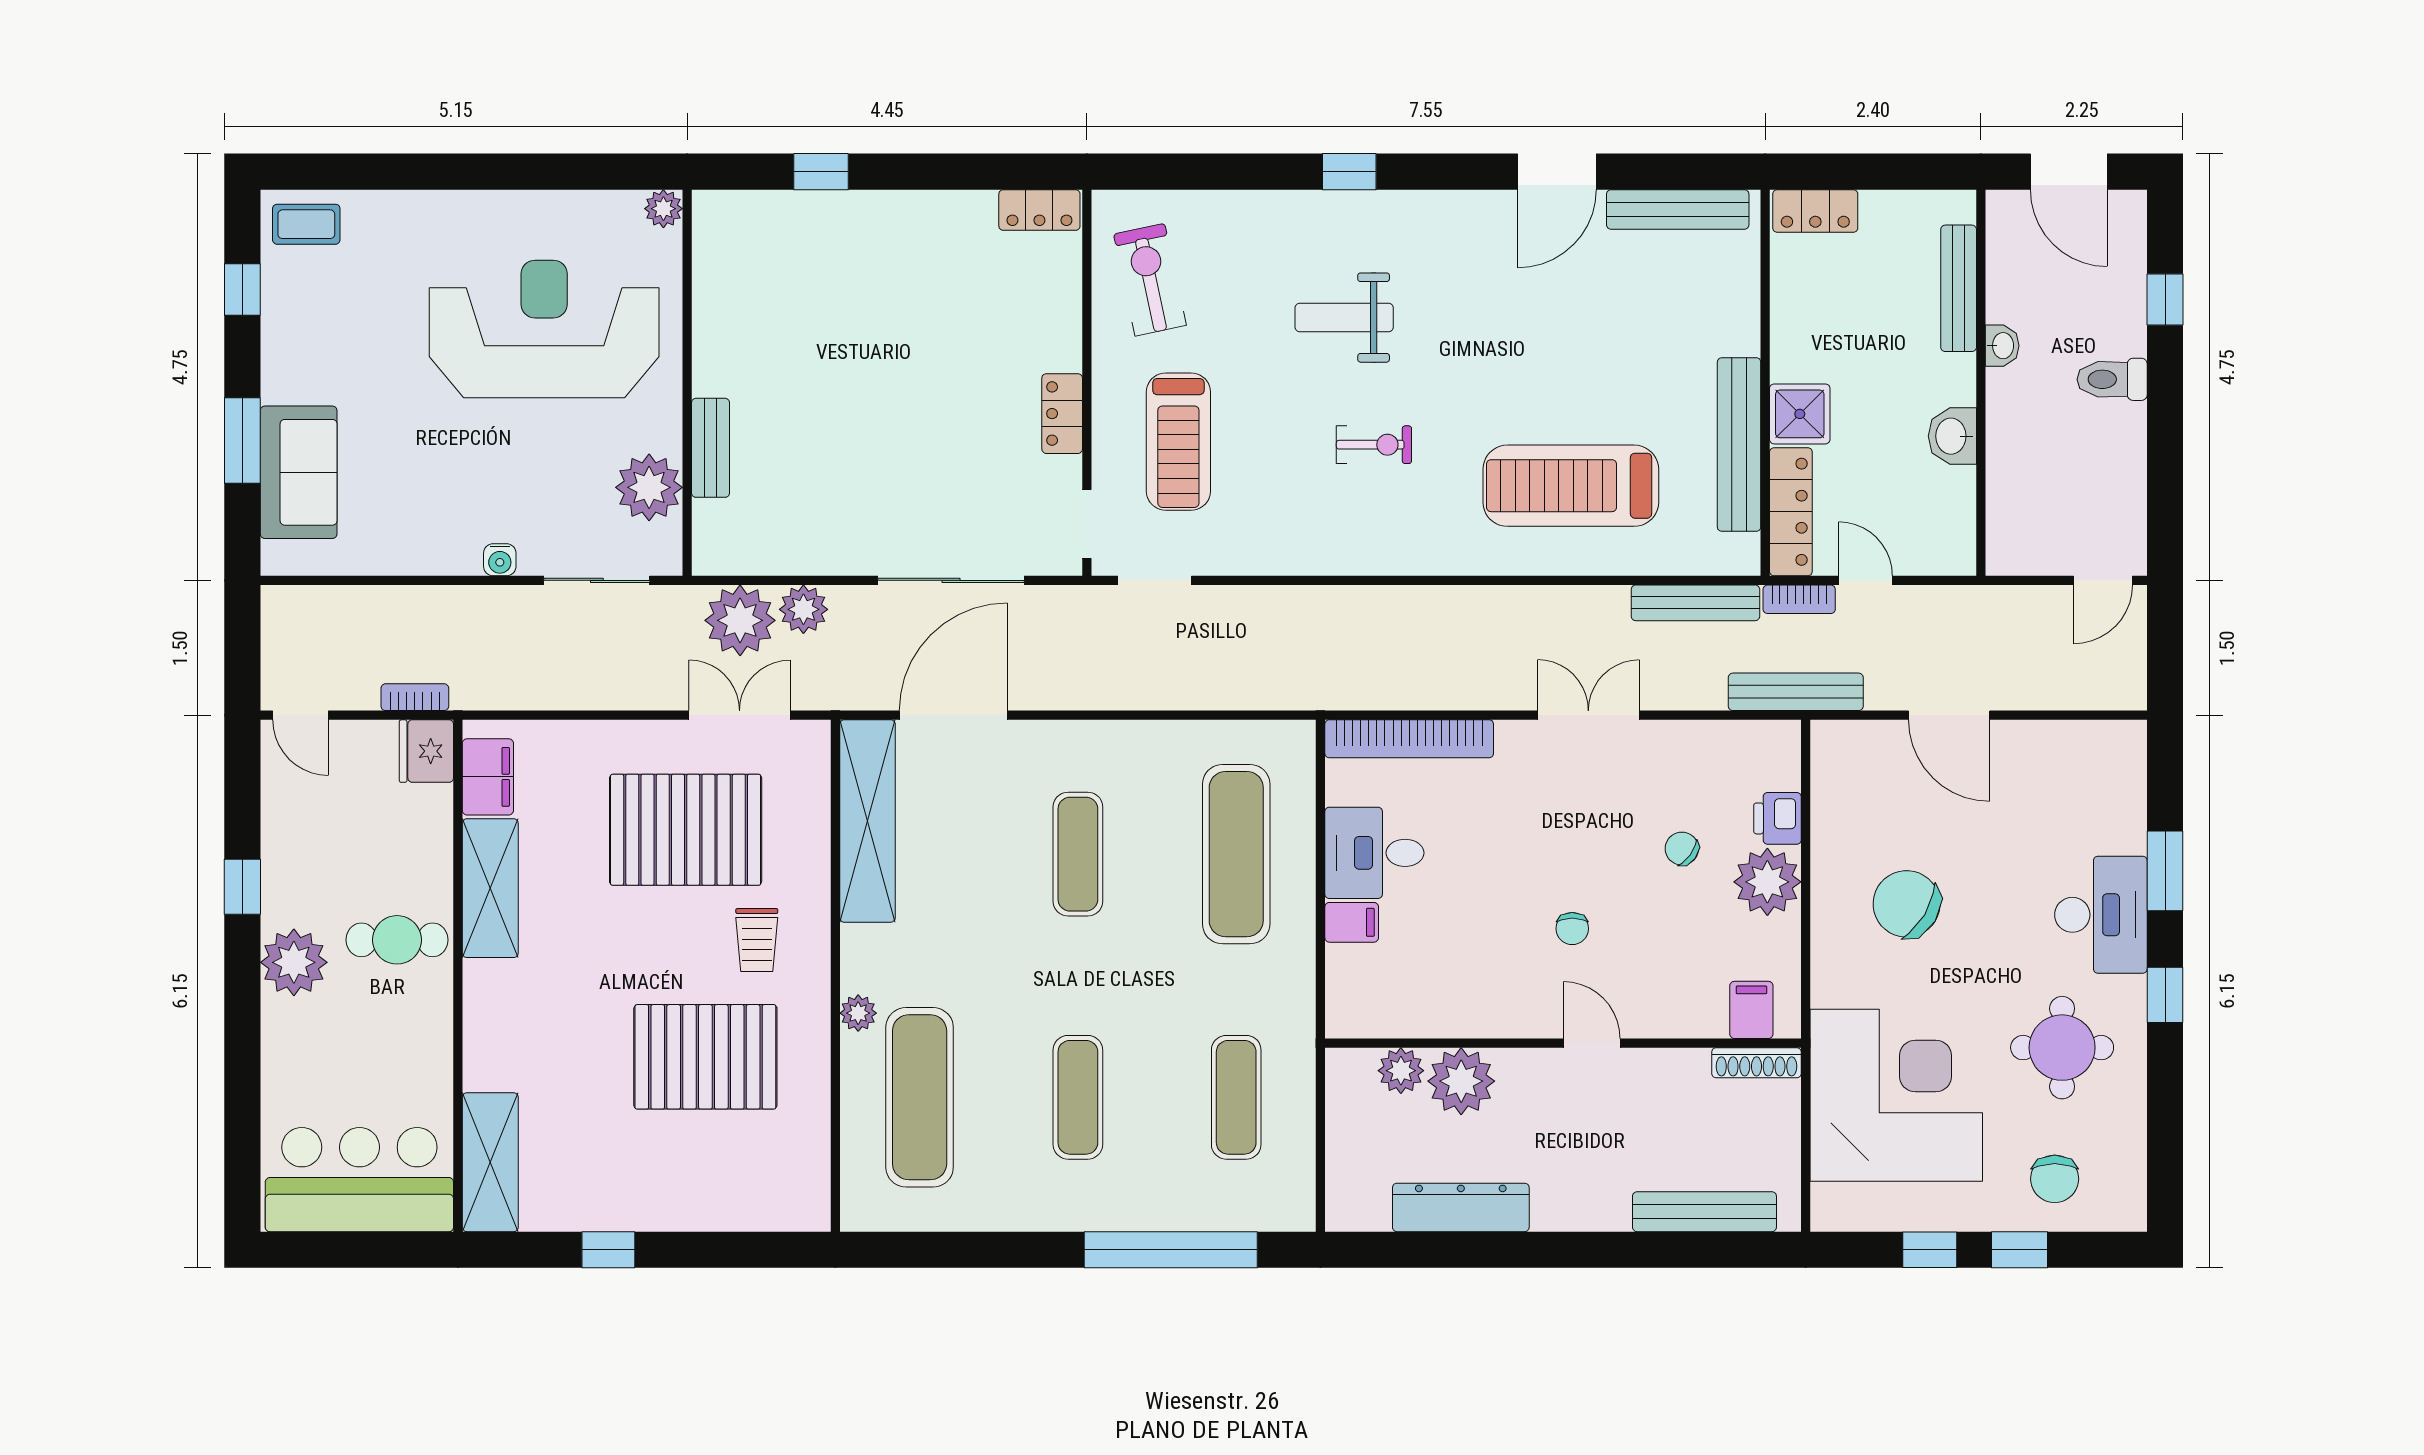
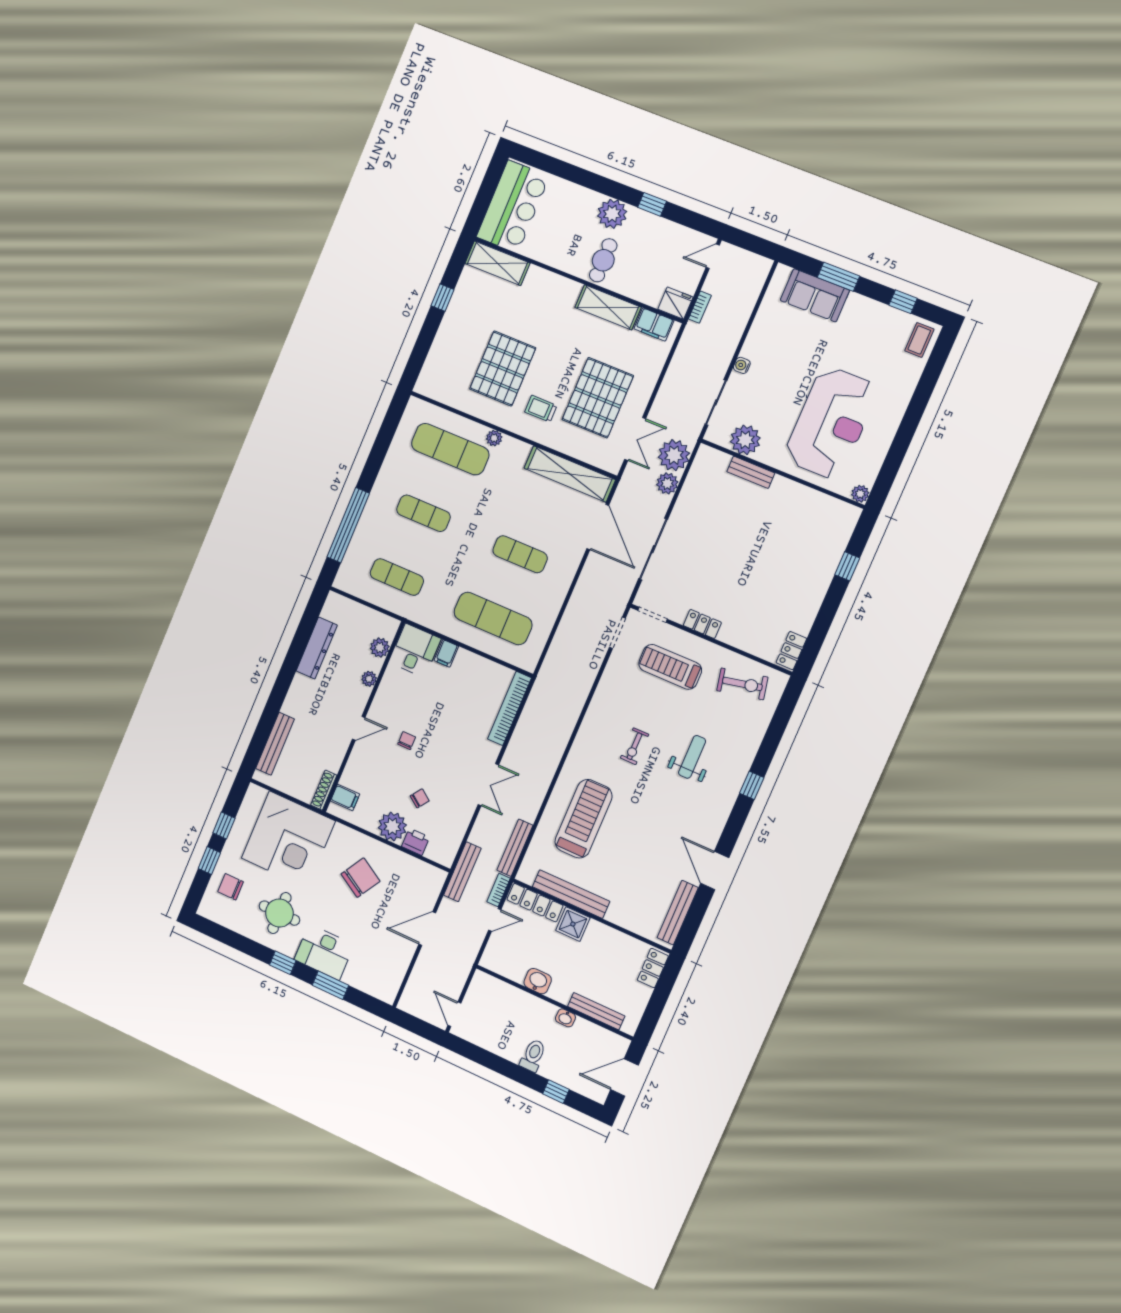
desk: (1374, 853) -> (415, 650), moved
chair: (1572, 929) -> (407, 741), turned 90
plant: (1461, 1081) -> (369, 679), width x0.53, depth x0.53

